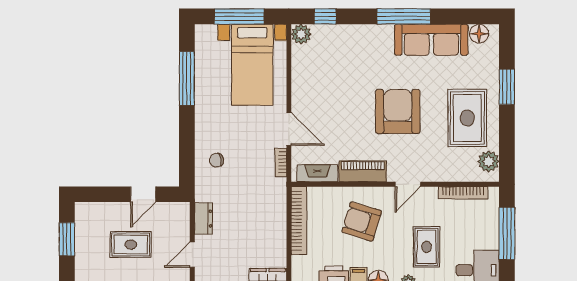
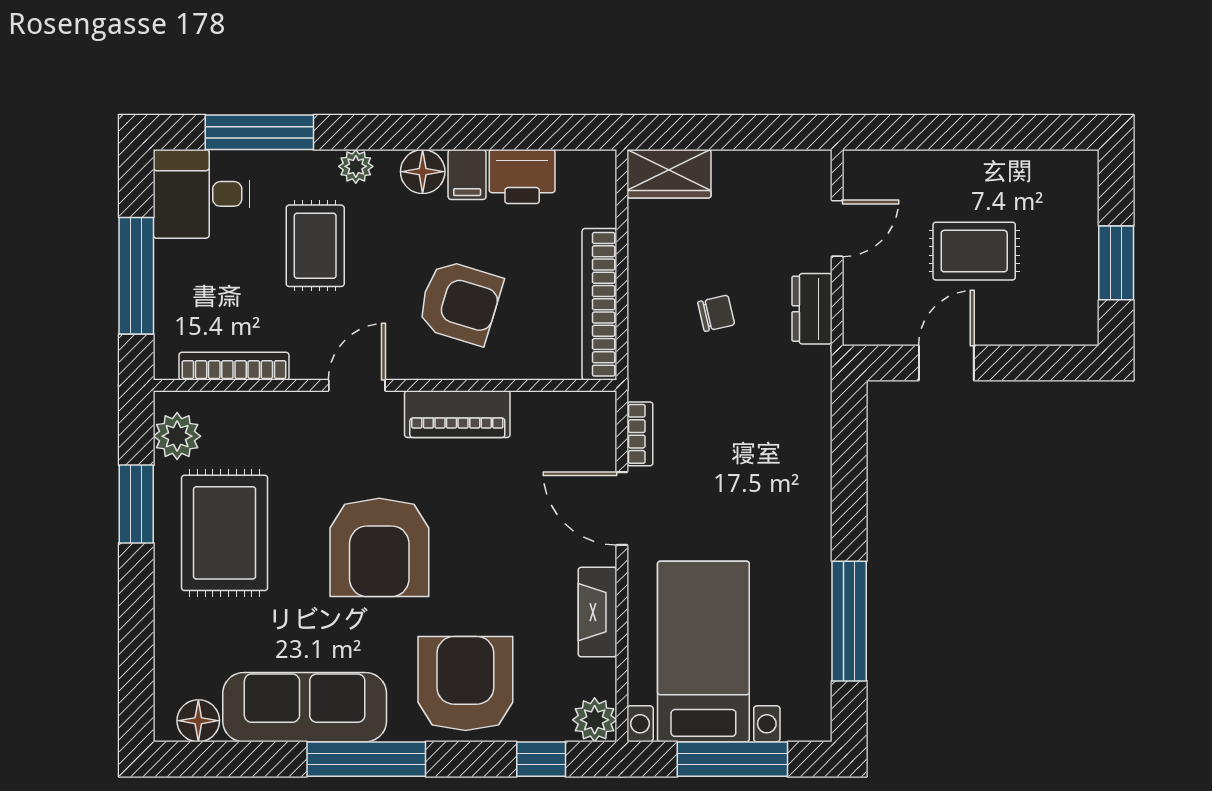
armchair: (359, 50) -> (465, 684), added
window: (507, 87) -> (136, 504), moved
chair: (216, 160) -> (716, 313), moved
fireplace: (317, 173) -> (598, 612), moved, turned 90

